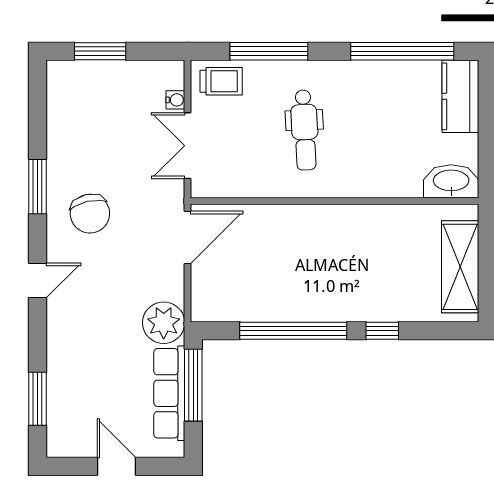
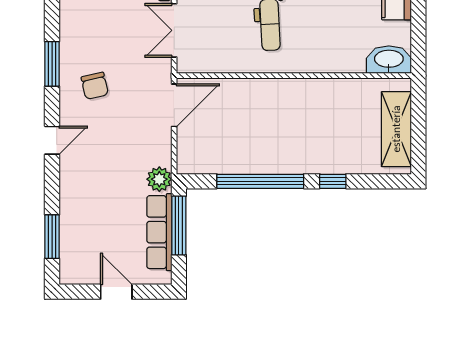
chair: (90, 214) -> (95, 86), width x0.73, depth x0.73
plant: (164, 323) -> (159, 179), width x0.73, depth x0.73

